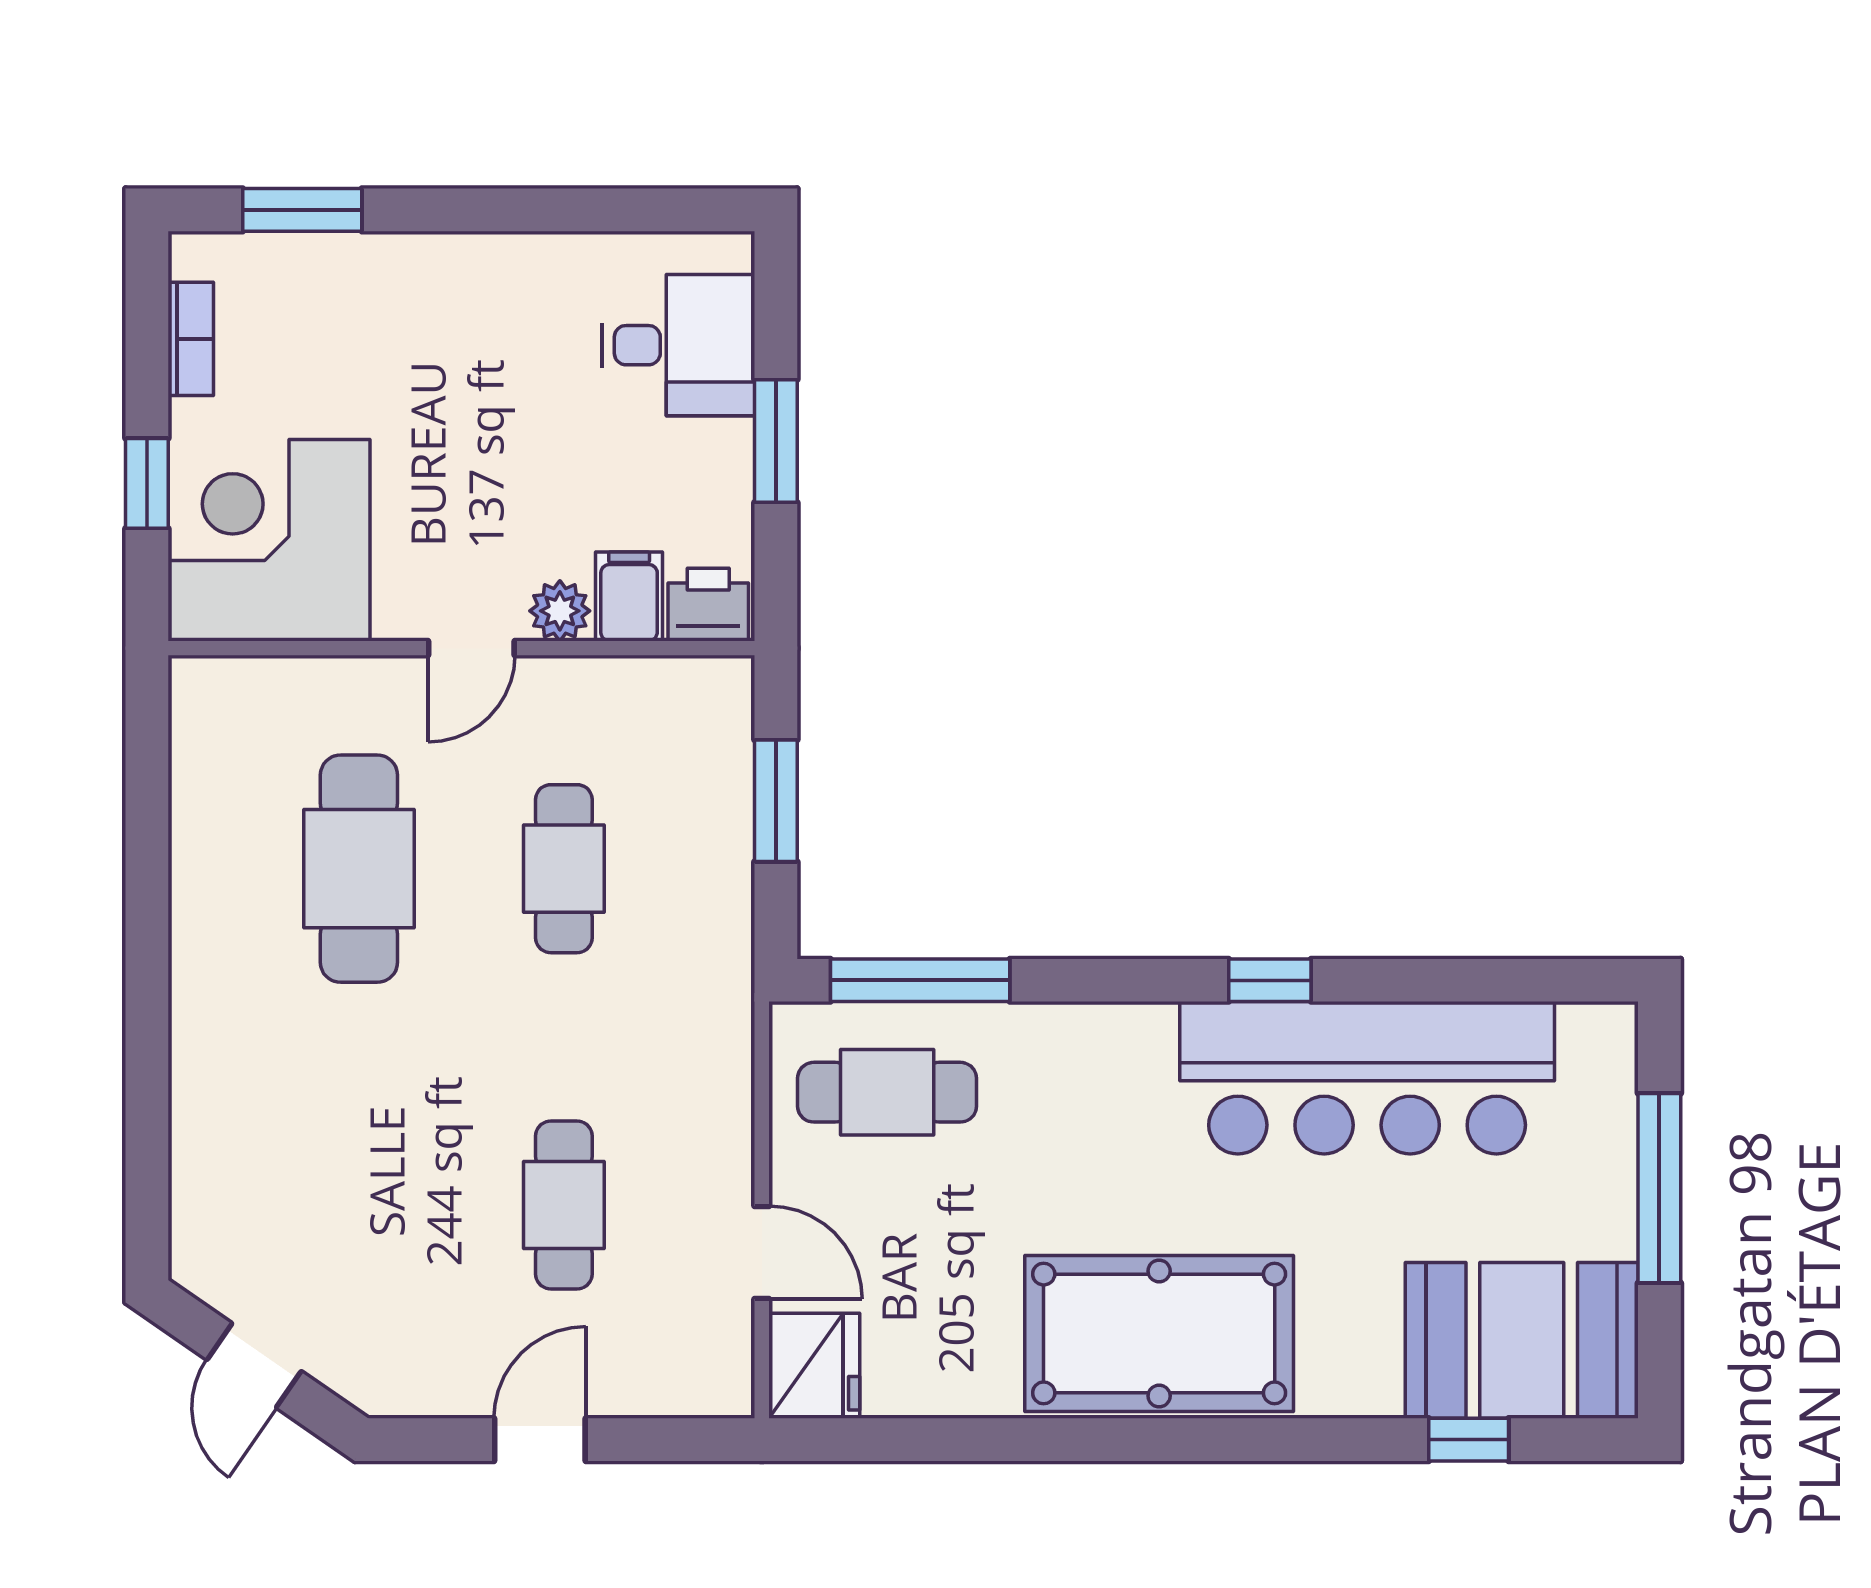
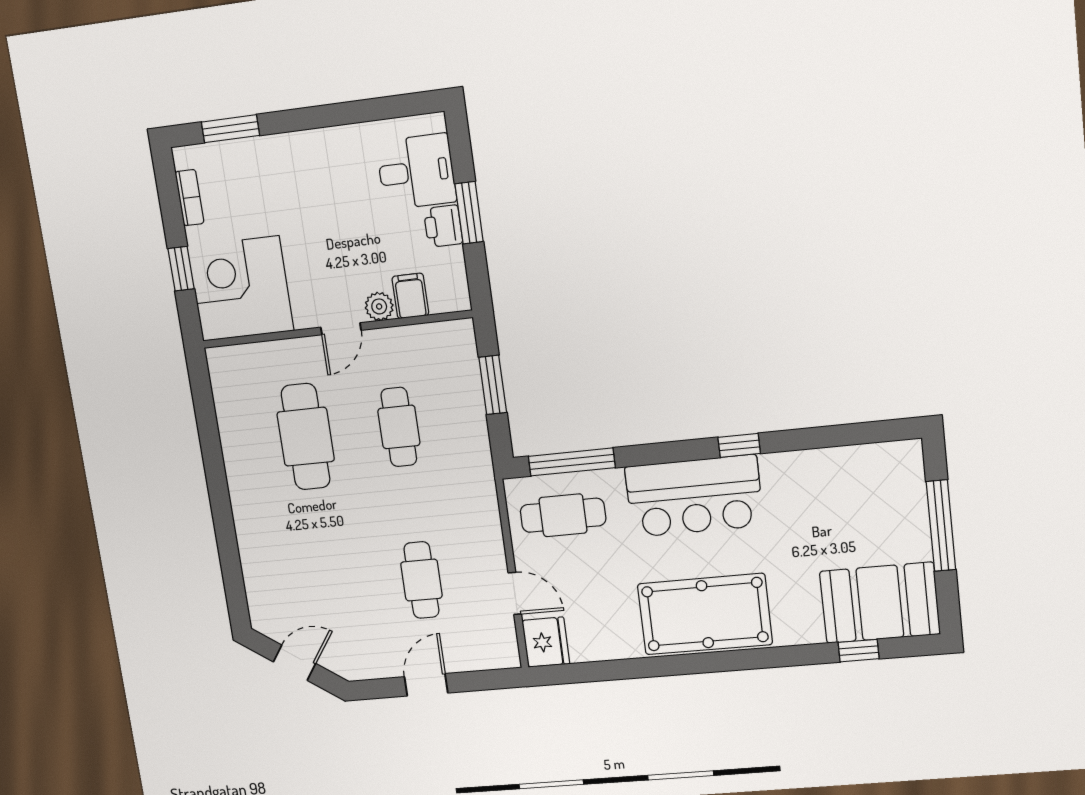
printer: (708, 605) -> (443, 226), moved, turned -90
bar counter: (1367, 1078) -> (694, 496), moved, width x0.73
door: (254, 1365) -> (294, 663), swing flipped

